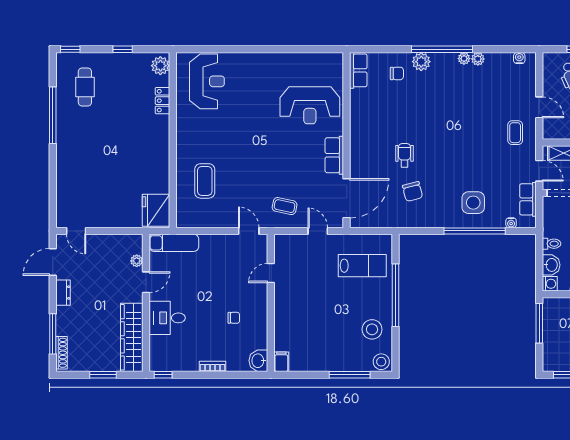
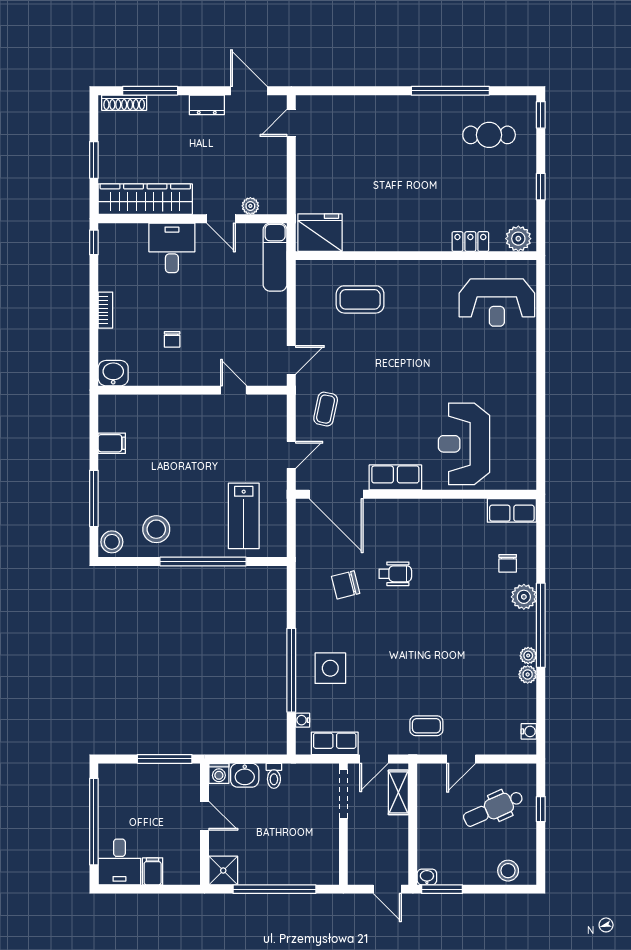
filing cabinet: (281, 362) -> (112, 443), moved

